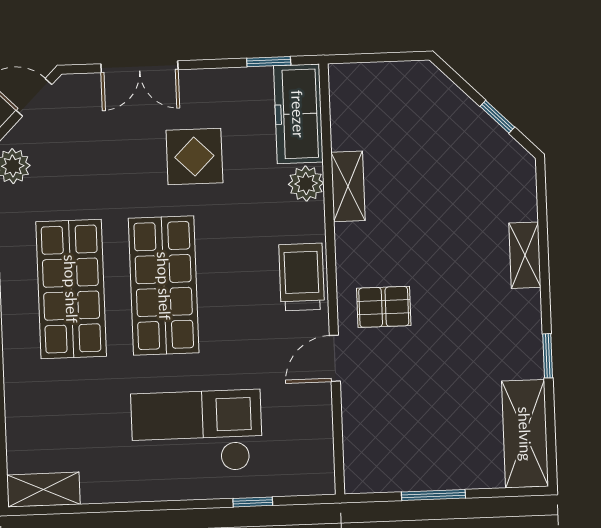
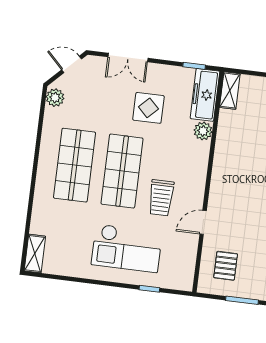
shelving: (348, 186) -> (230, 91), moved
trolley: (302, 277) -> (161, 198), moved, turned 180
pallet: (384, 307) -> (226, 266), moved, turned 90
checkout: (197, 432) -> (127, 248), turned 180
shelving: (43, 490) -> (35, 254), moved, turned 90

